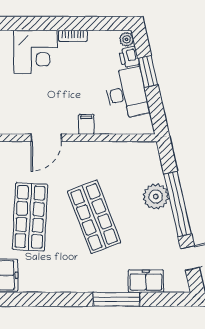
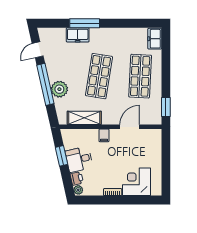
window: (148, 71) -> (61, 156), moved
desk: (127, 93) -> (79, 159), width x0.73
shelving: (117, 152) -> (84, 118), added
shop shelf: (94, 217) -> (99, 76), turned 30
freezer: (146, 281) -> (78, 35), moved

